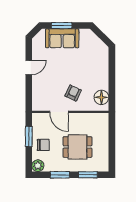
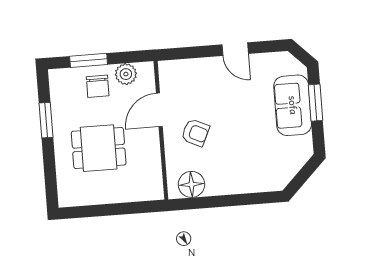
window: (29, 136) -> (89, 60), moved
dining table: (77, 147) -> (99, 148), turned 90
plant: (38, 166) -> (126, 74), moved
window: (88, 175) -> (50, 171), removed

